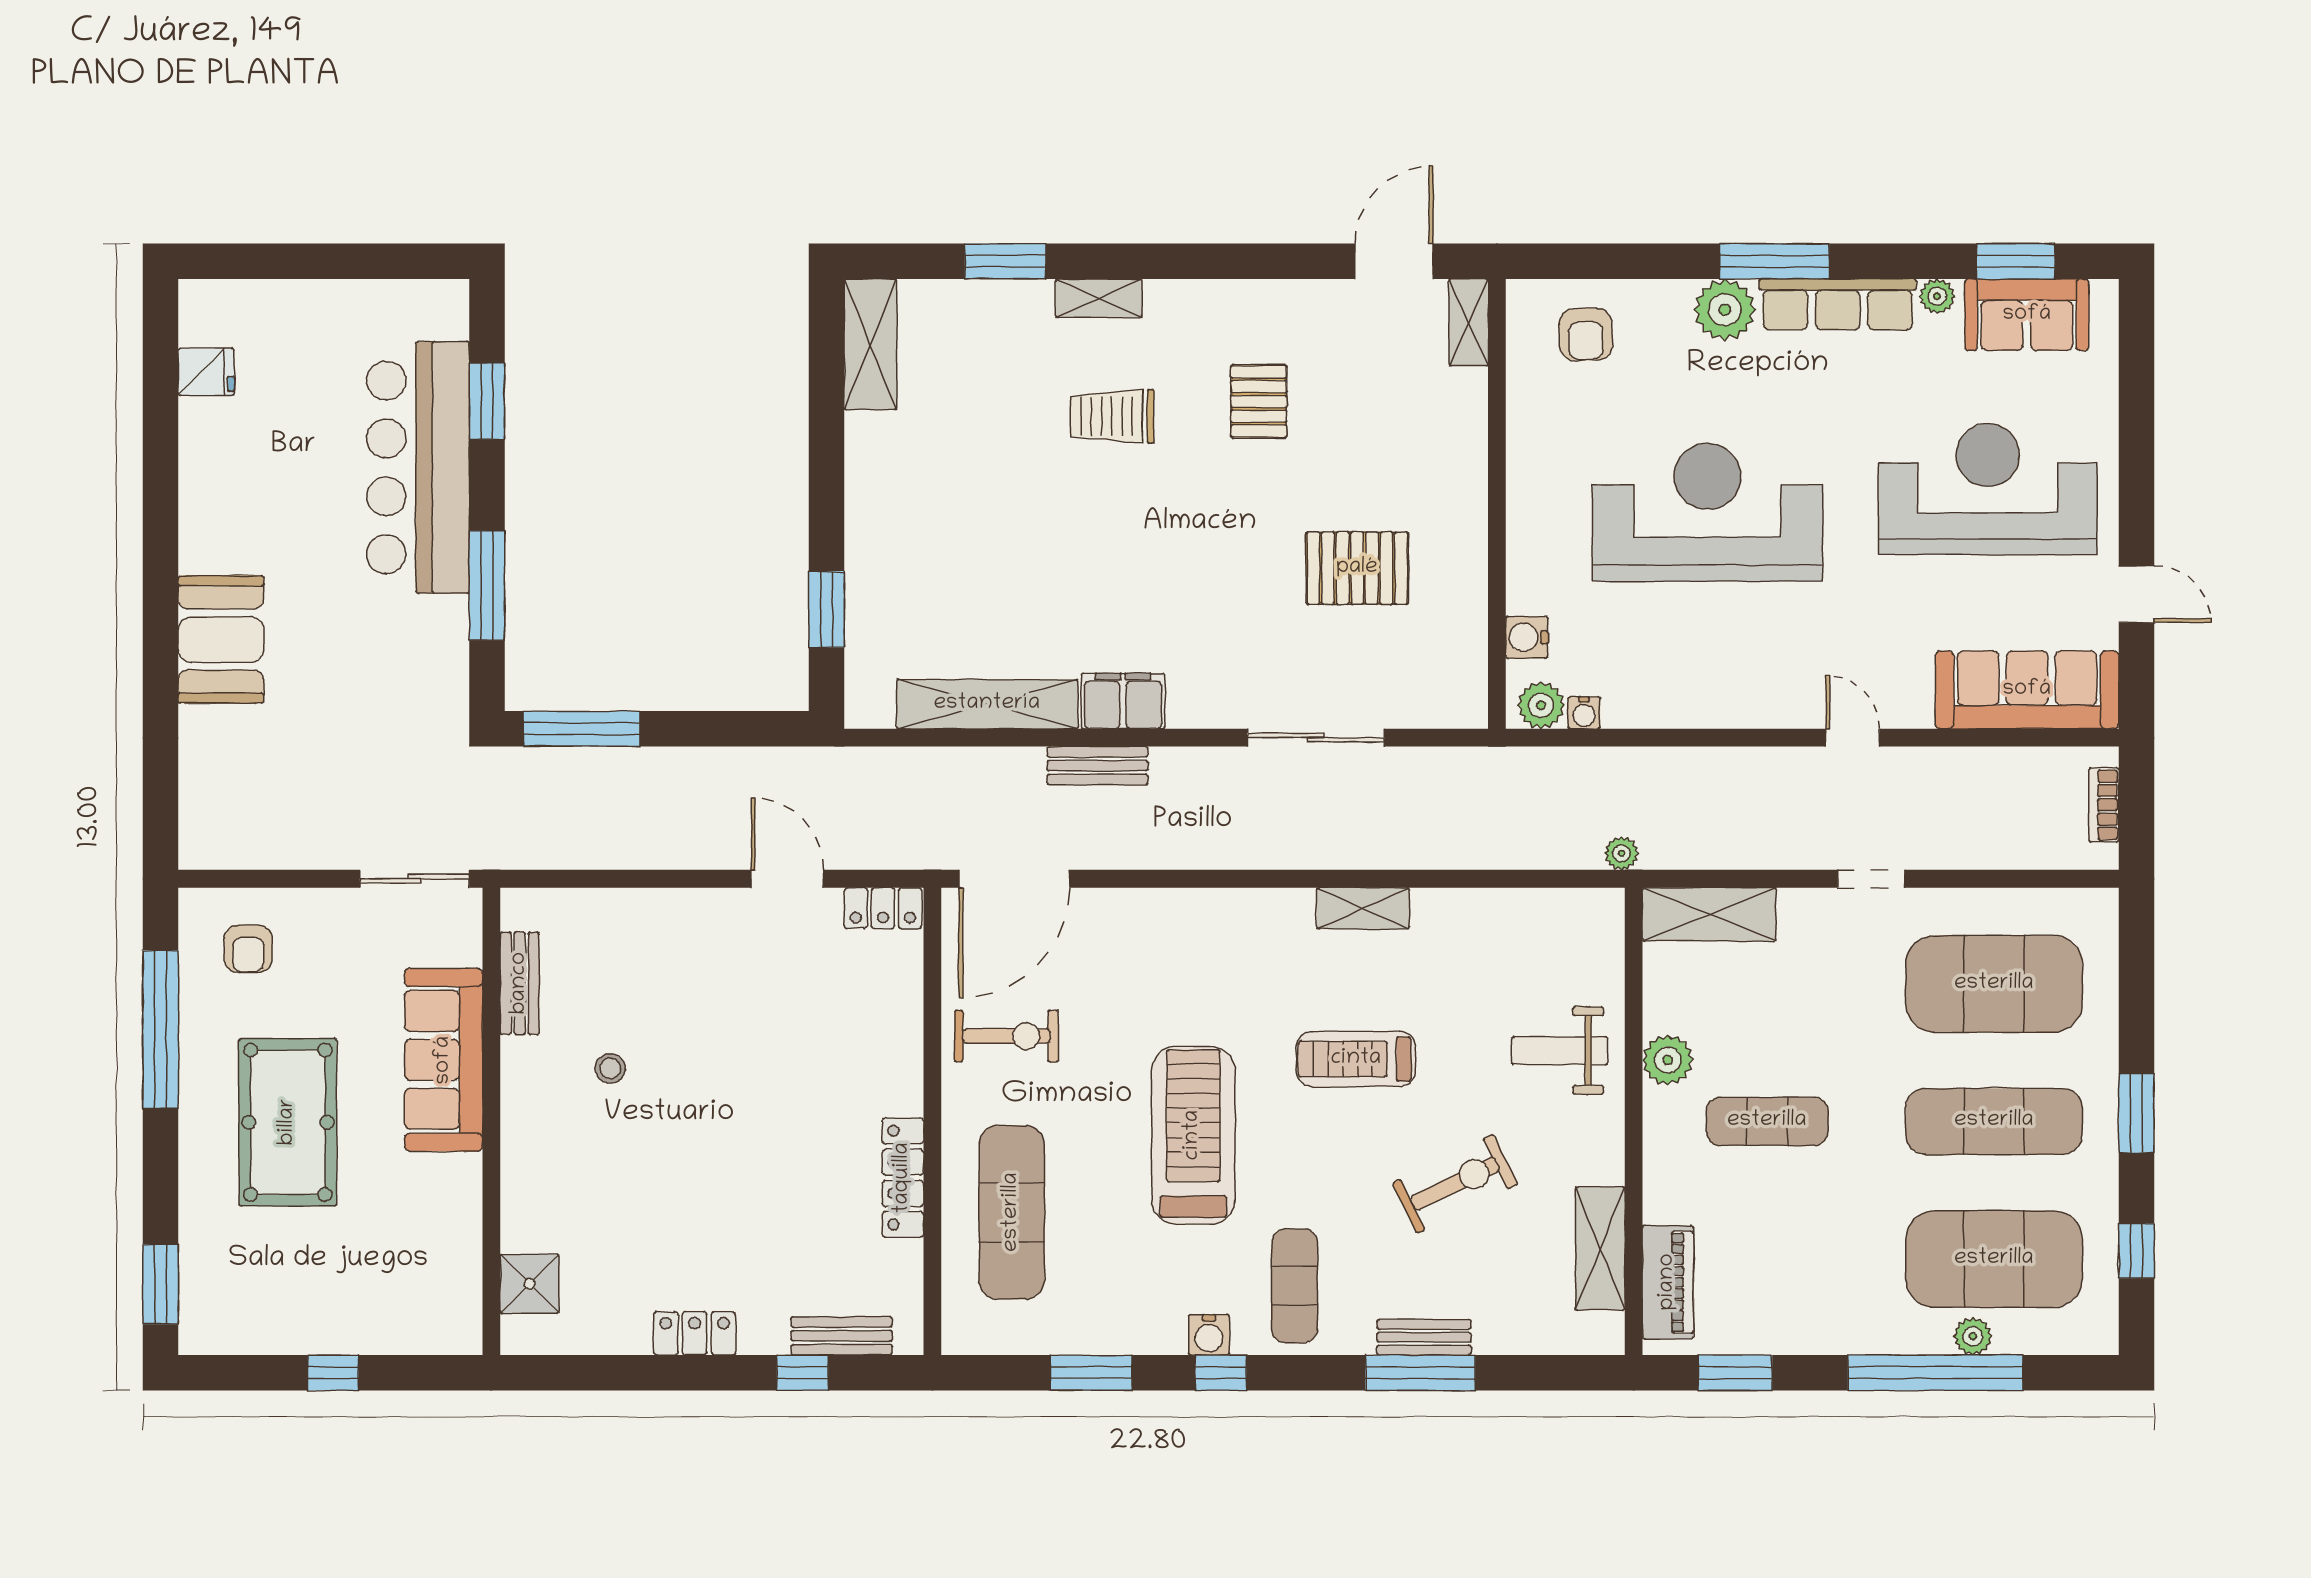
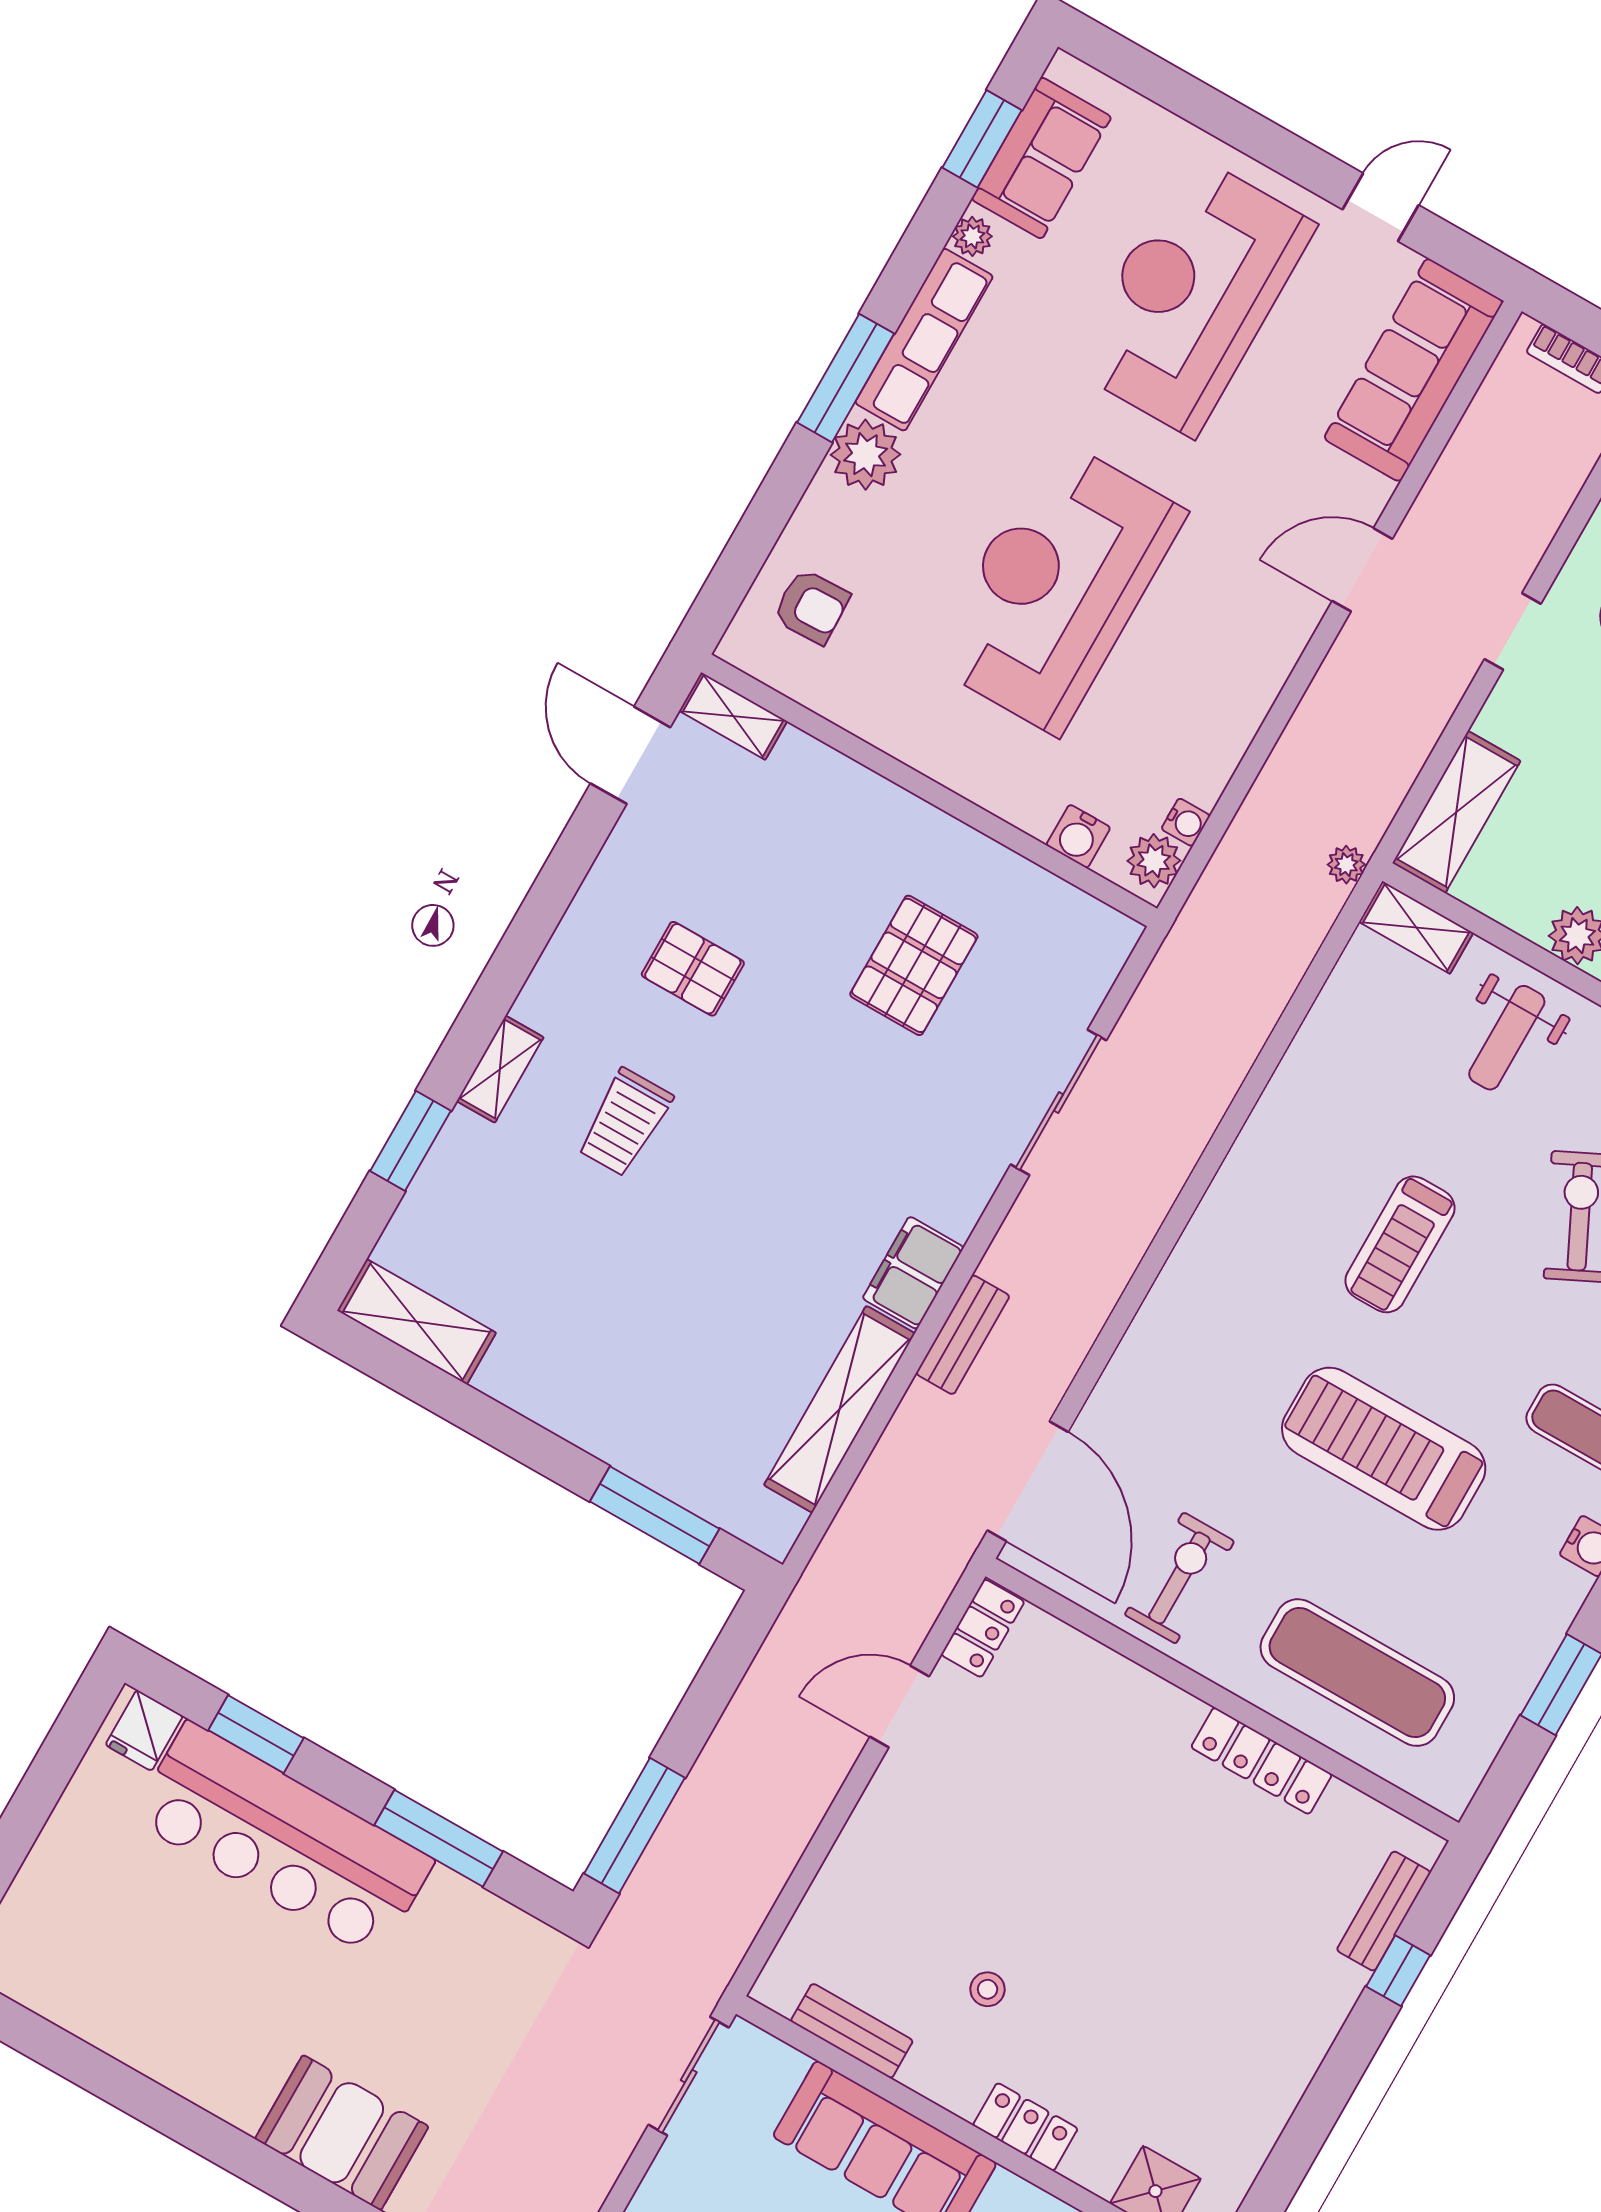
fridge: (206, 372) -> (144, 1730), moved, turned 180
window: (827, 609) -> (655, 1515), width x1.44
door: (1853, 738) -> (1362, 570), width x1.38
shelving: (1363, 908) -> (1416, 927), moved, turned 90
locker: (695, 1333) -> (1025, 2127), moved, turned 90

